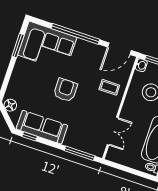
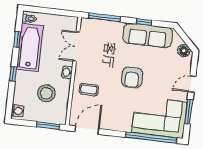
window: (75, 34) -> (151, 138), moved
washbasin: (141, 65) -> (67, 72), moved
door: (9, 71) -> (192, 84), added
window: (30, 136) -> (144, 22), moved

